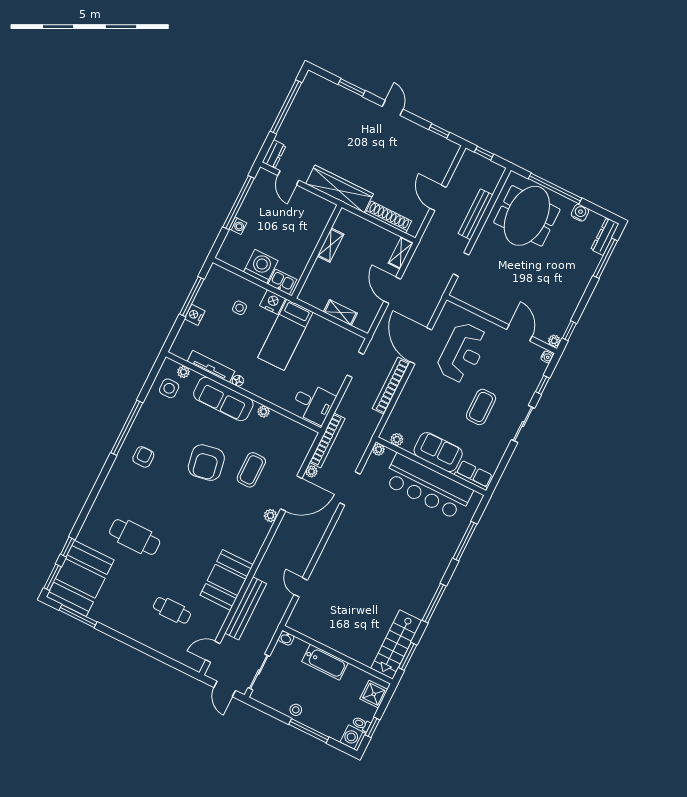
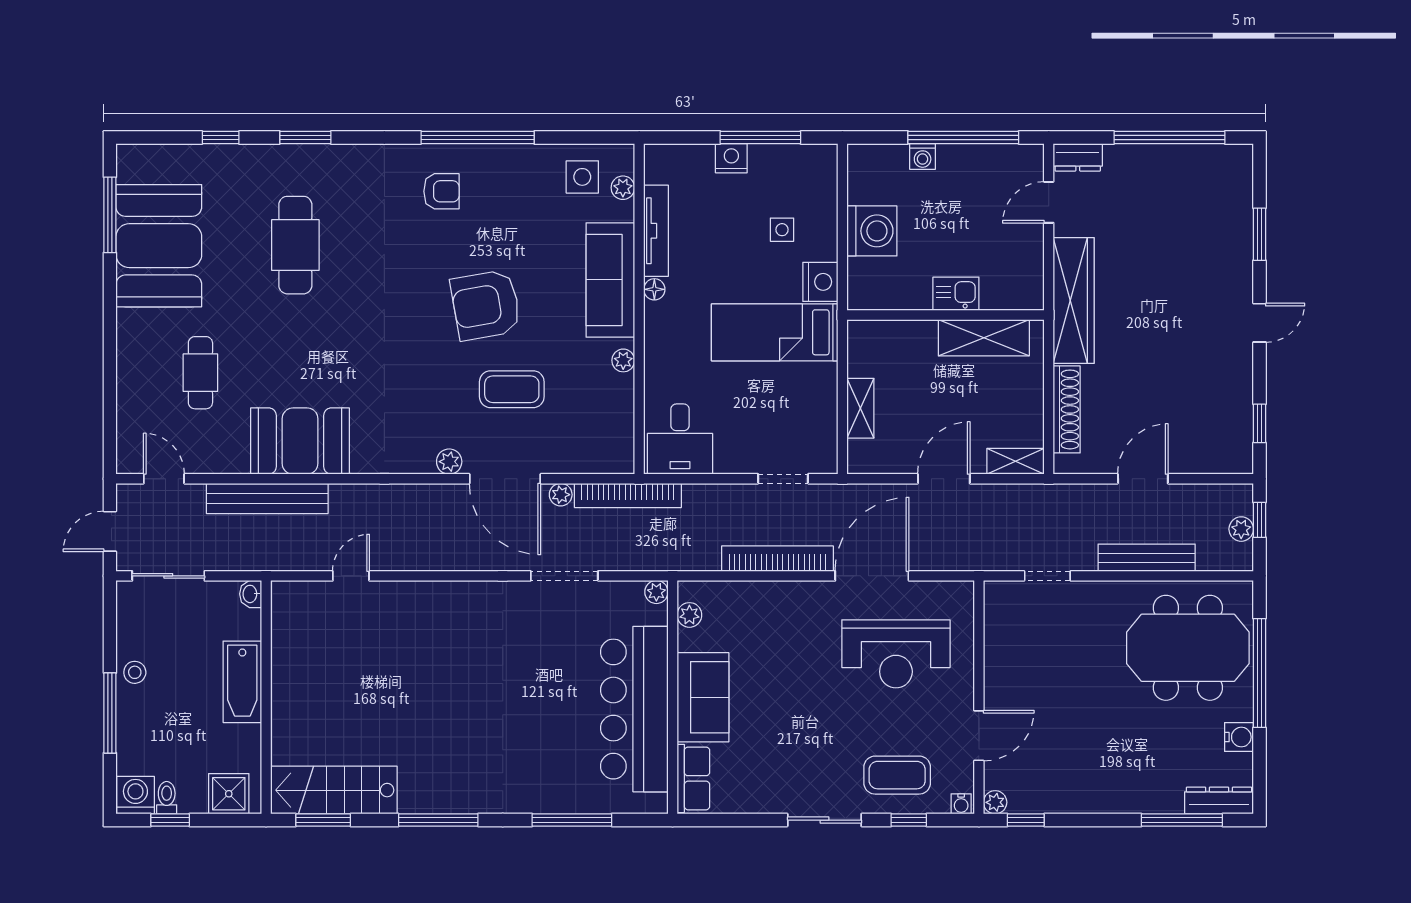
plant: (484, 164) -> (1241, 529), added
shelving: (330, 245) -> (984, 338), width x1.50, depth x1.33
kitchen sink: (282, 282) -> (956, 294), moved, turned -90
coffee table: (481, 407) -> (897, 775), moved
window: (53, 577) -> (305, 138), moved
booth: (80, 578) -> (159, 246), moved, turned 90

